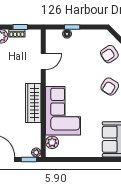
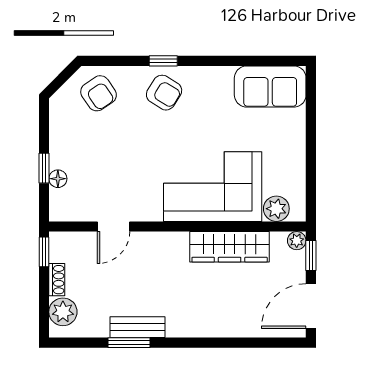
window: (20, 27) -> (44, 252), moved
door: (43, 62) -> (114, 226), swing flipped
wardrobe: (33, 103) -> (230, 247), moved

